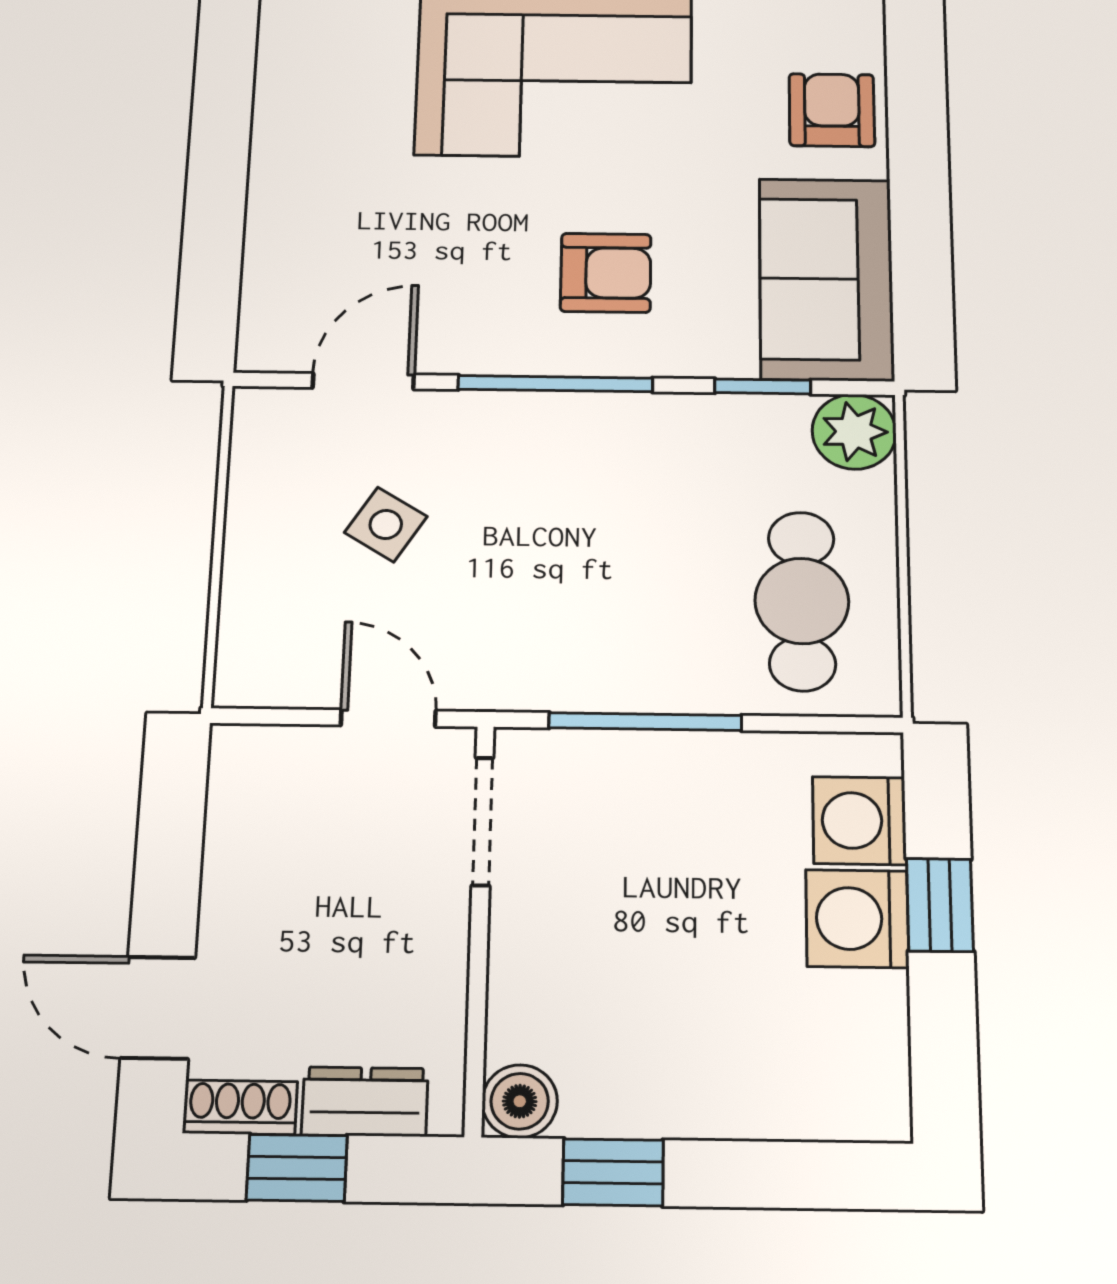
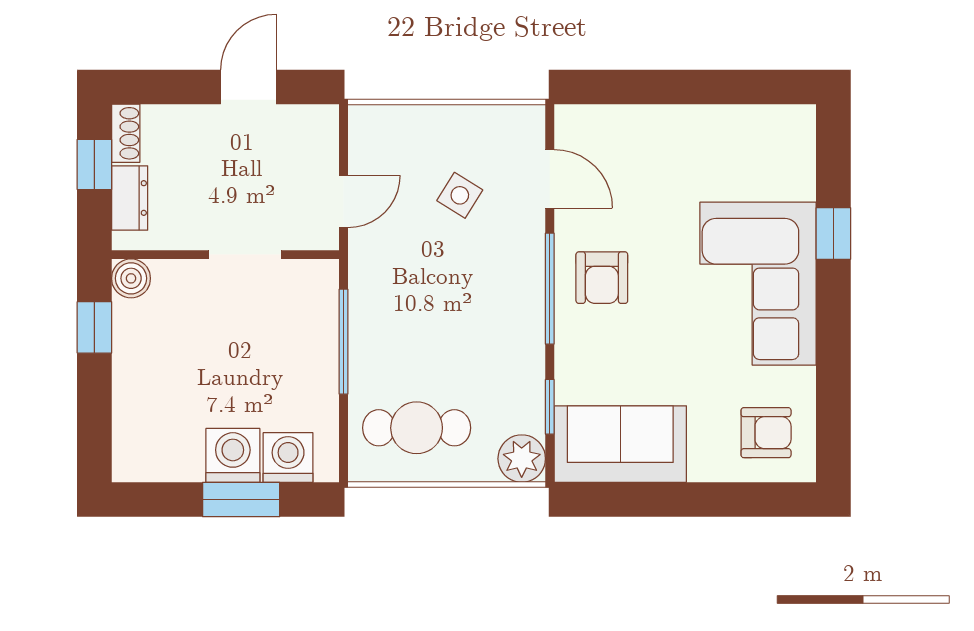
armchair: (832, 110) -> (766, 433), moved
armchair: (606, 273) -> (602, 278), moved
doorway: (483, 821) -> (245, 255), moved
window: (940, 905) -> (241, 499), width x1.50
door: (158, 1008) -> (248, 87), moved

